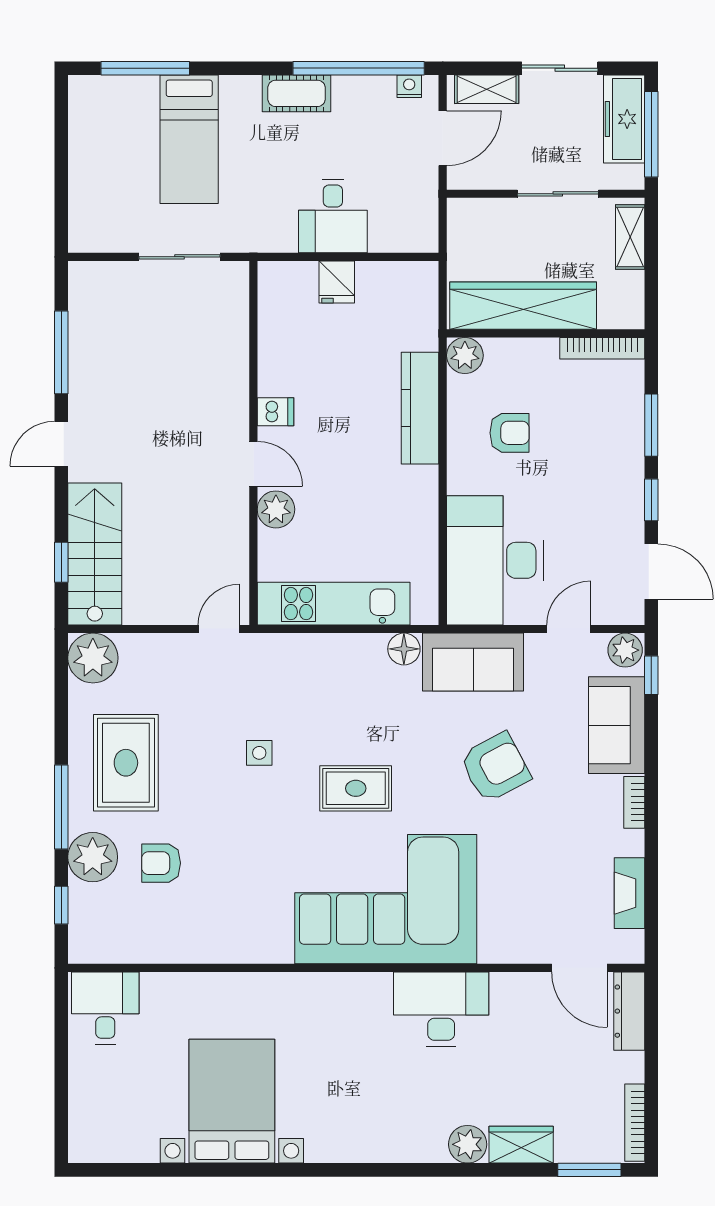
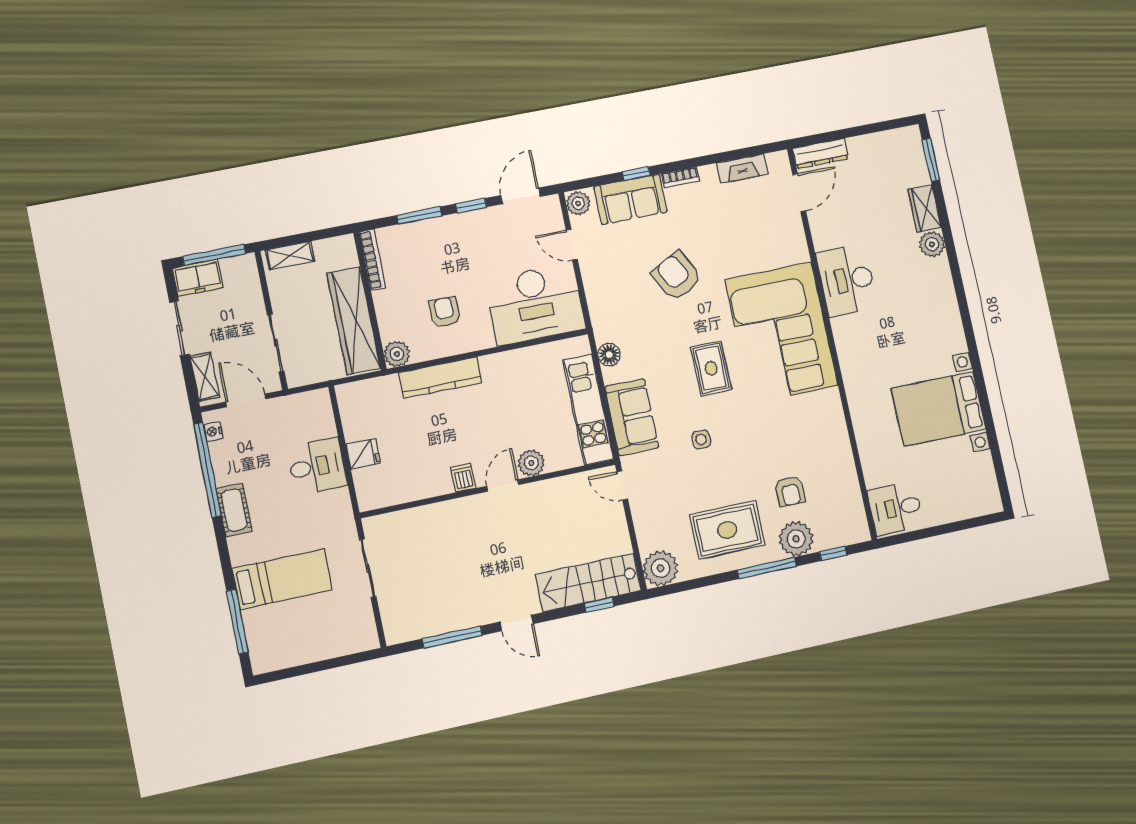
freezer: (624, 119) -> (198, 278), width x0.71
sliding door: (558, 194) -> (276, 343), moved
sofa: (473, 662) -> (632, 417), moved
window: (651, 675) -> (636, 174), moved
bookcase: (635, 1123) -> (893, 136), removed

